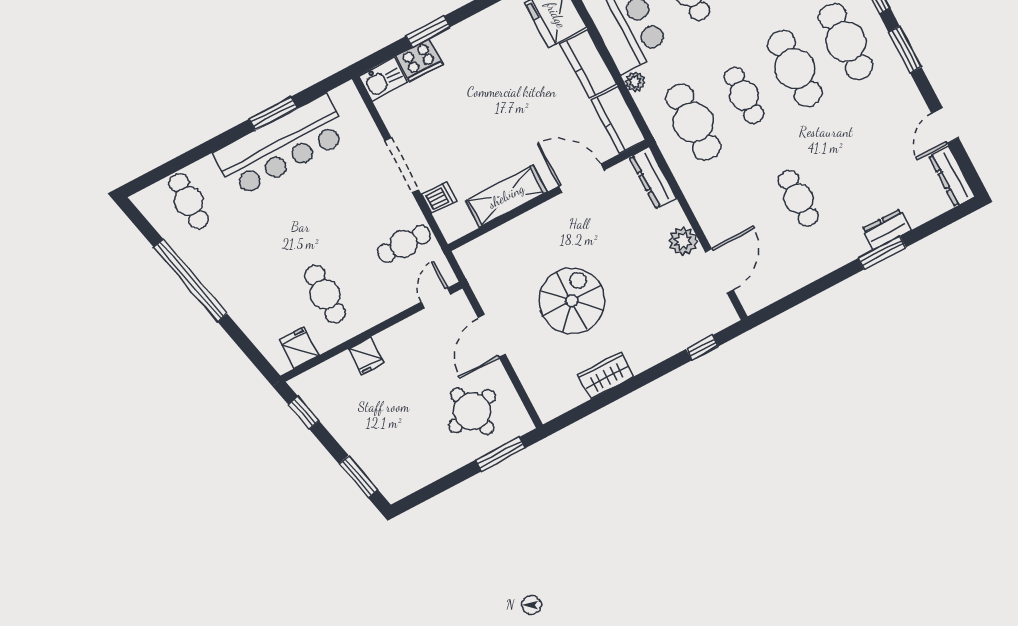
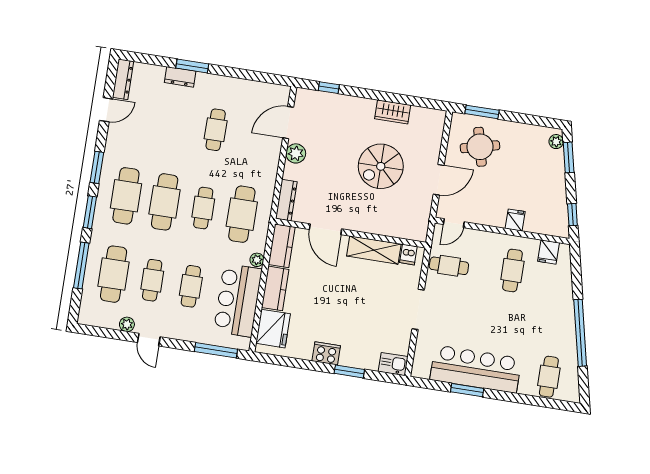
cooker: (419, 60) -> (326, 353), moved
dishwasher: (439, 198) -> (408, 255), moved, turned -90
plant: (387, 484) -> (556, 142), added

